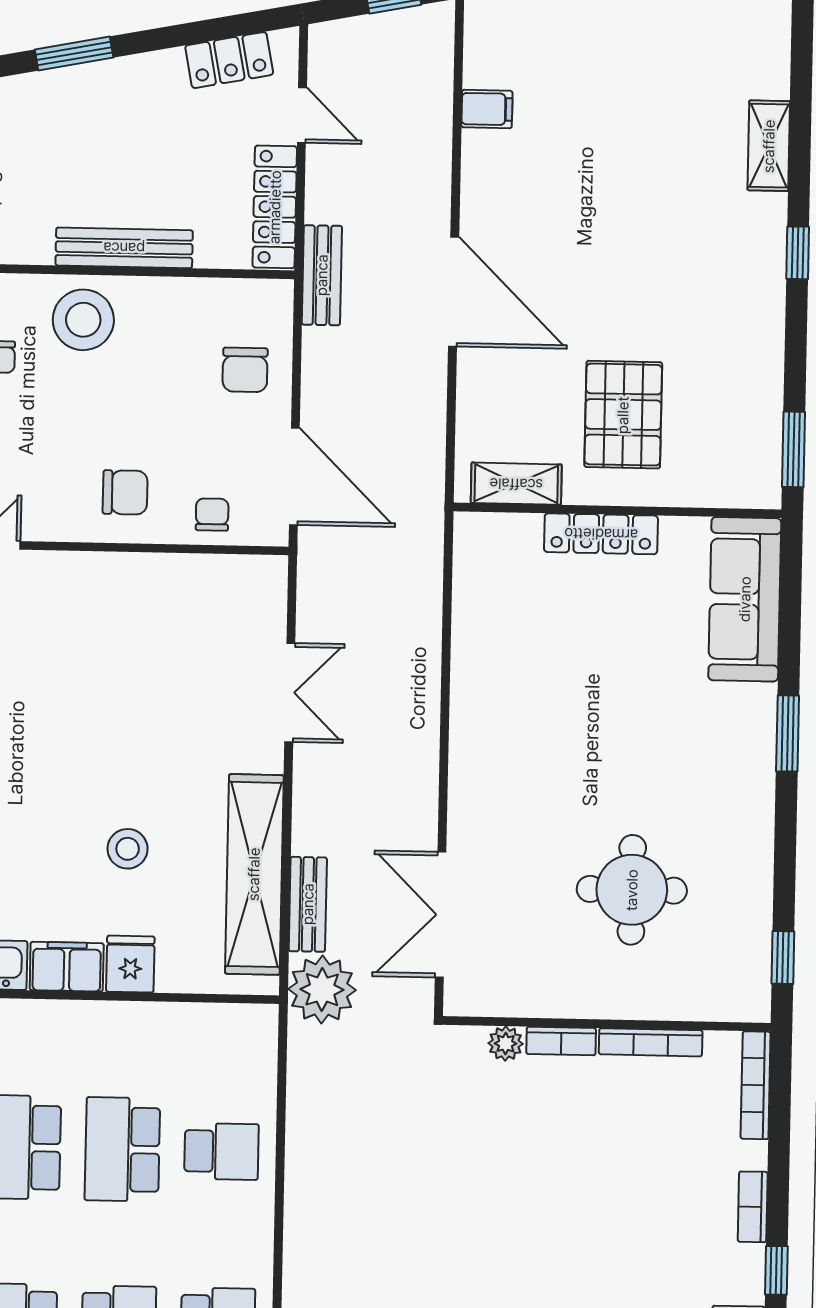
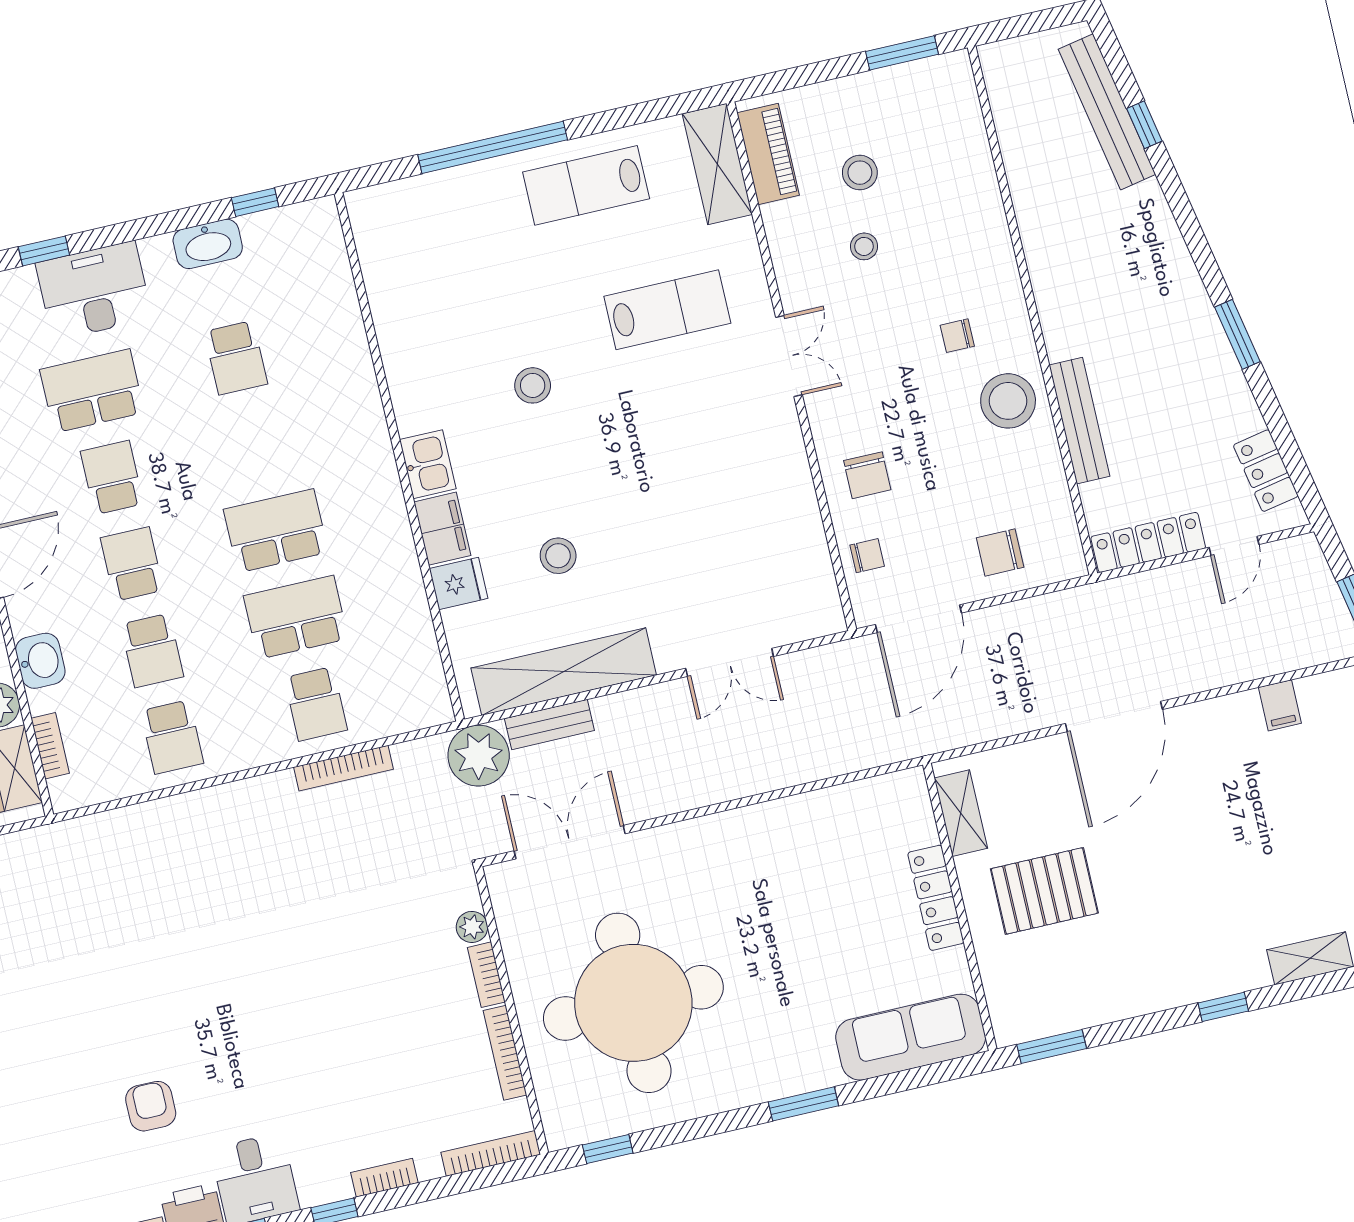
bench: (322, 275) -> (1099, 598), removed
round table: (632, 890) -> (633, 1003), width x1.86, depth x1.86
bookcase: (299, 1139) -> (344, 768), added

